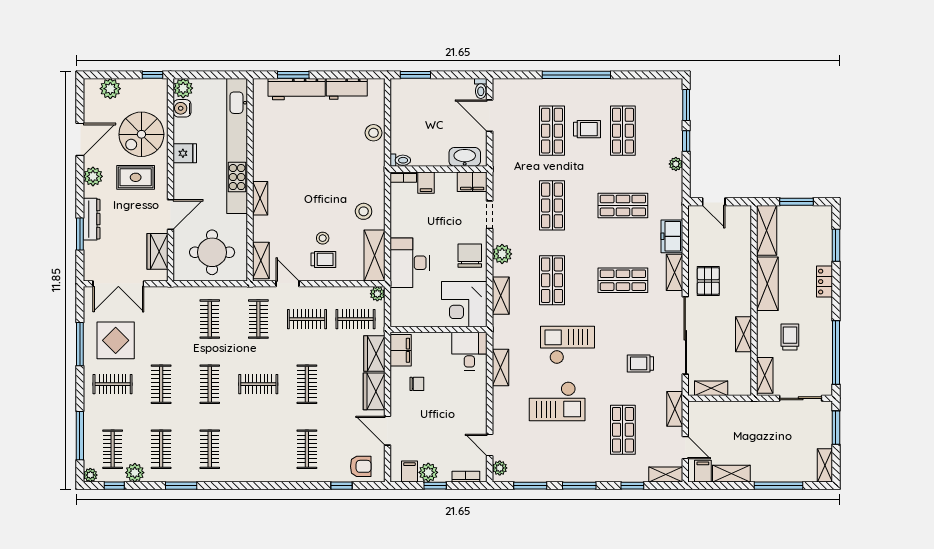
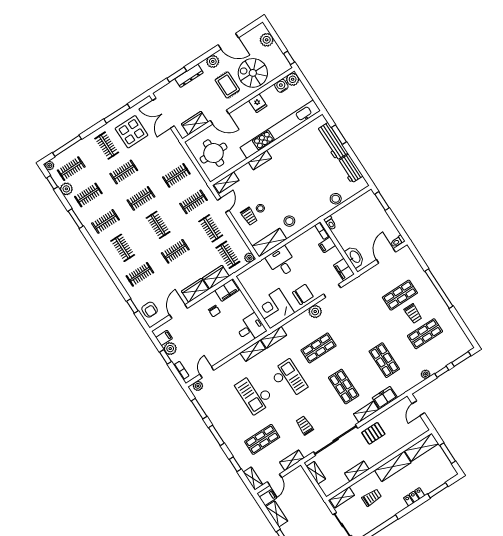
shop shelf: (552, 205) -> (359, 322), removed
desk: (410, 263) -> (281, 262), width x0.73
shelving: (501, 296) -> (274, 337), moved
clothes rail: (258, 449) -> (123, 248), added

